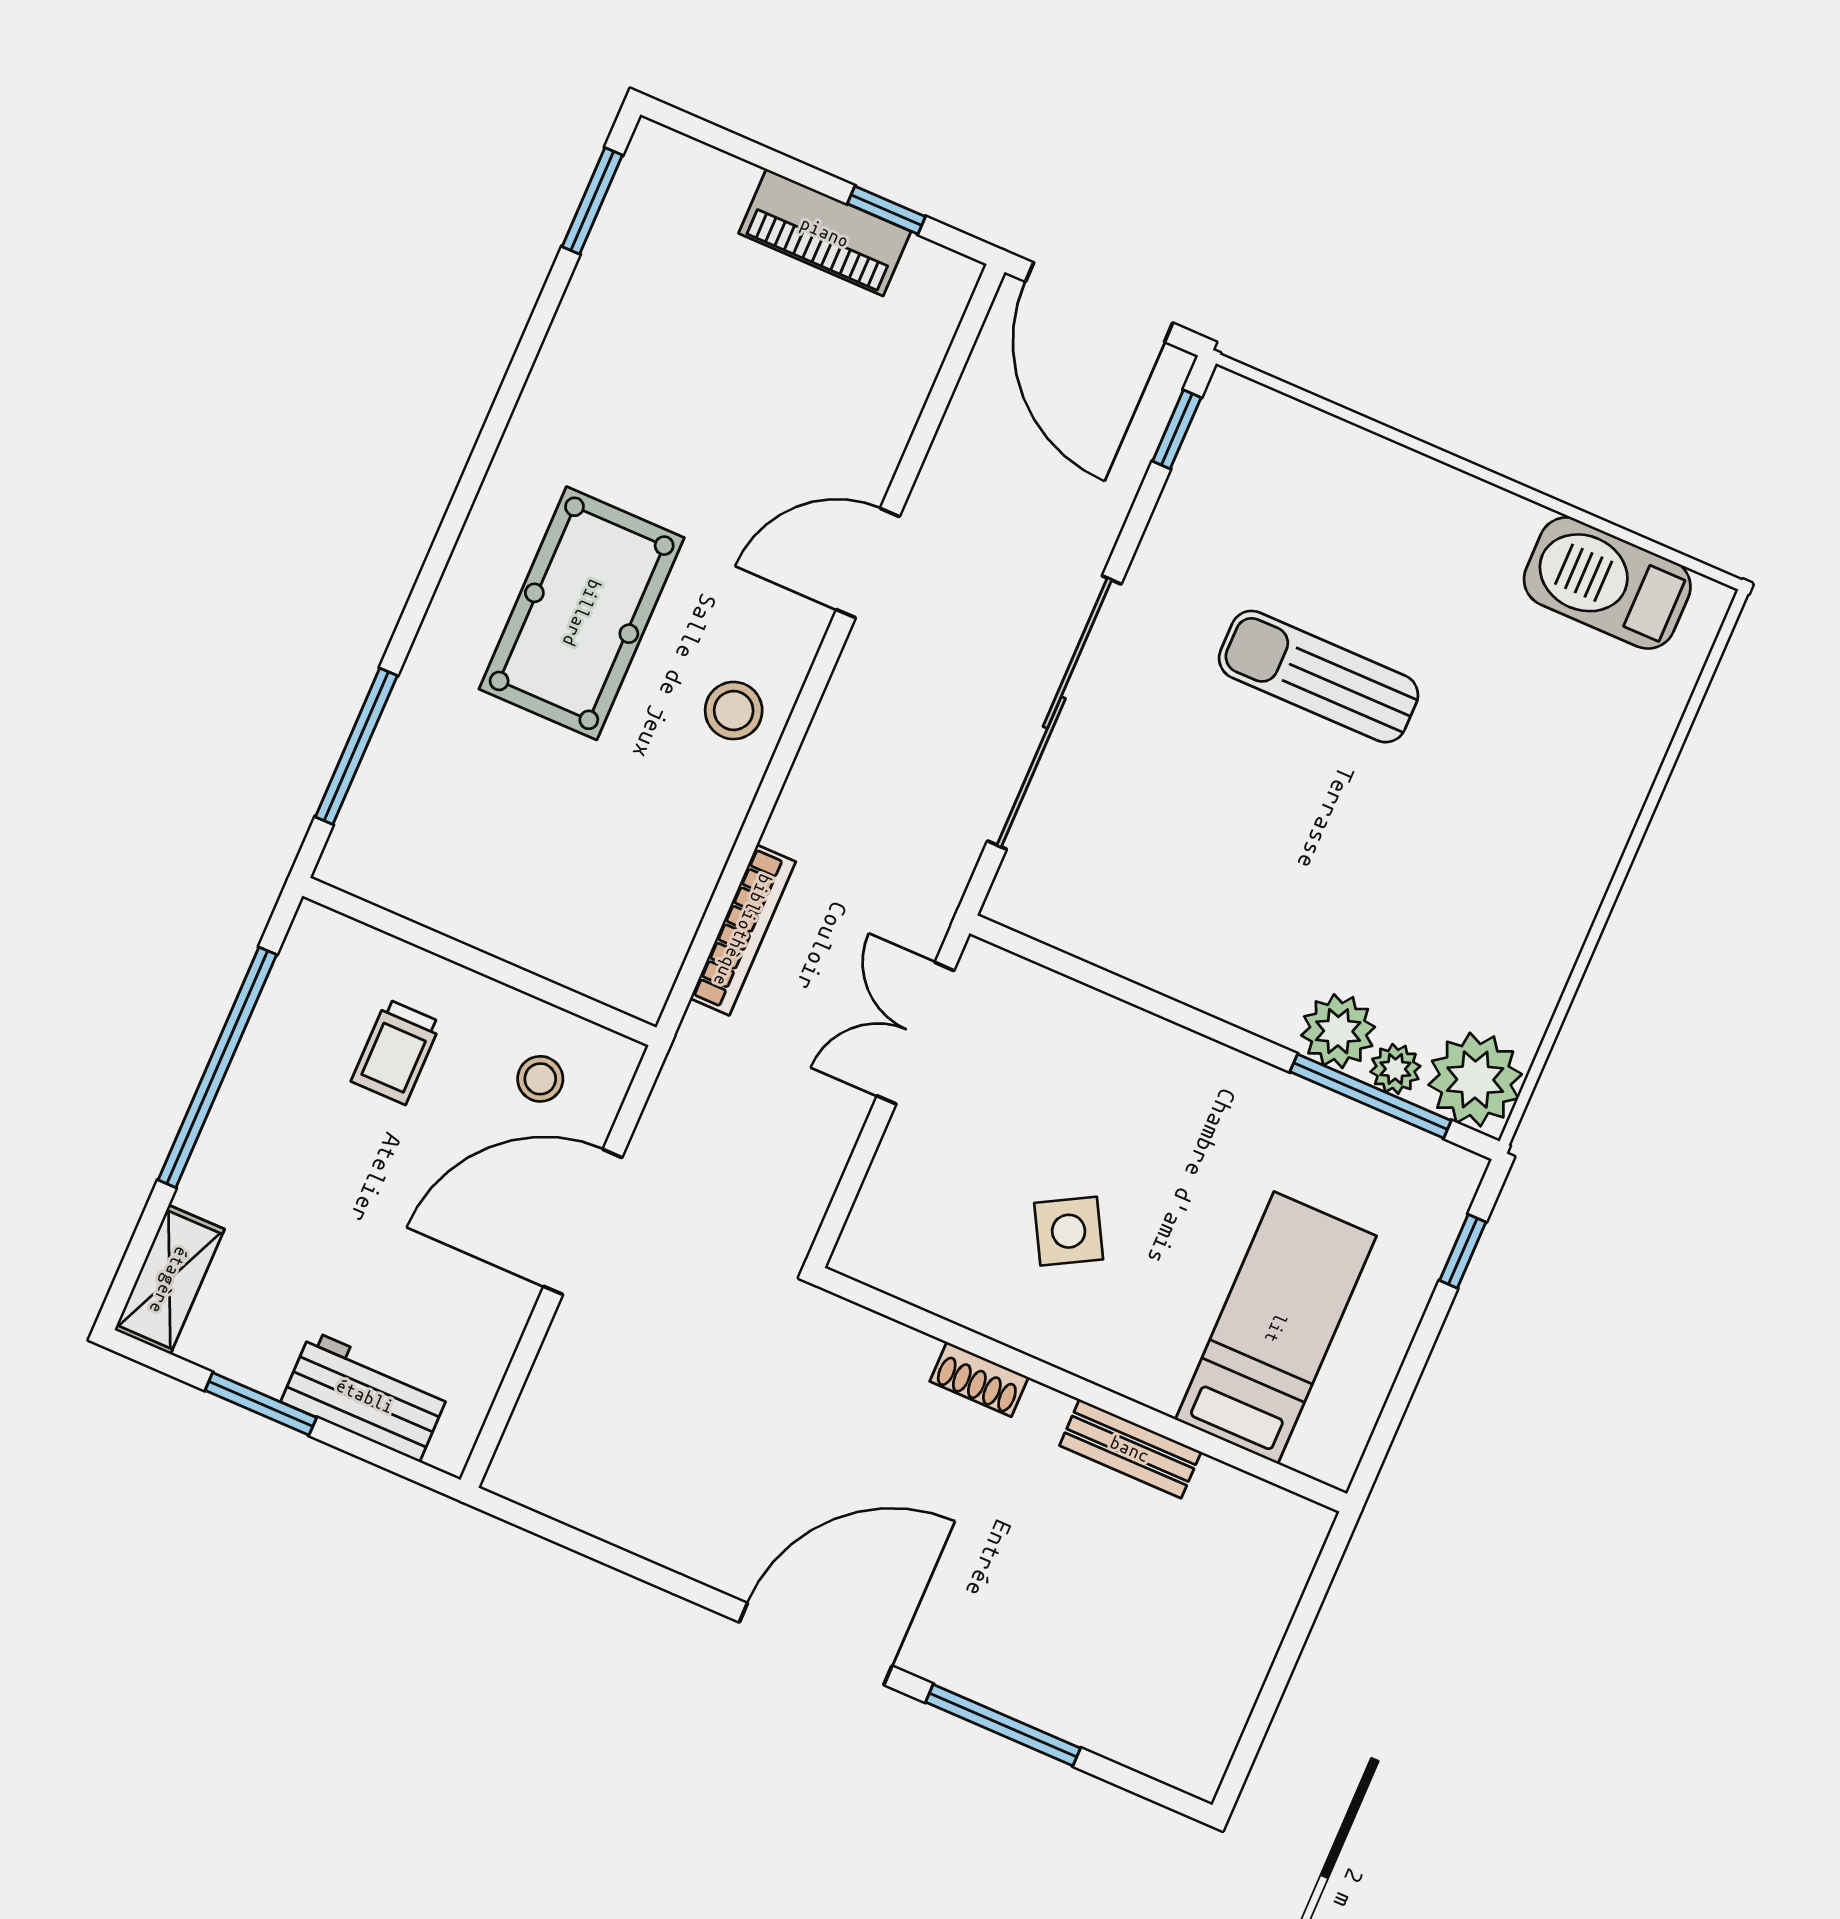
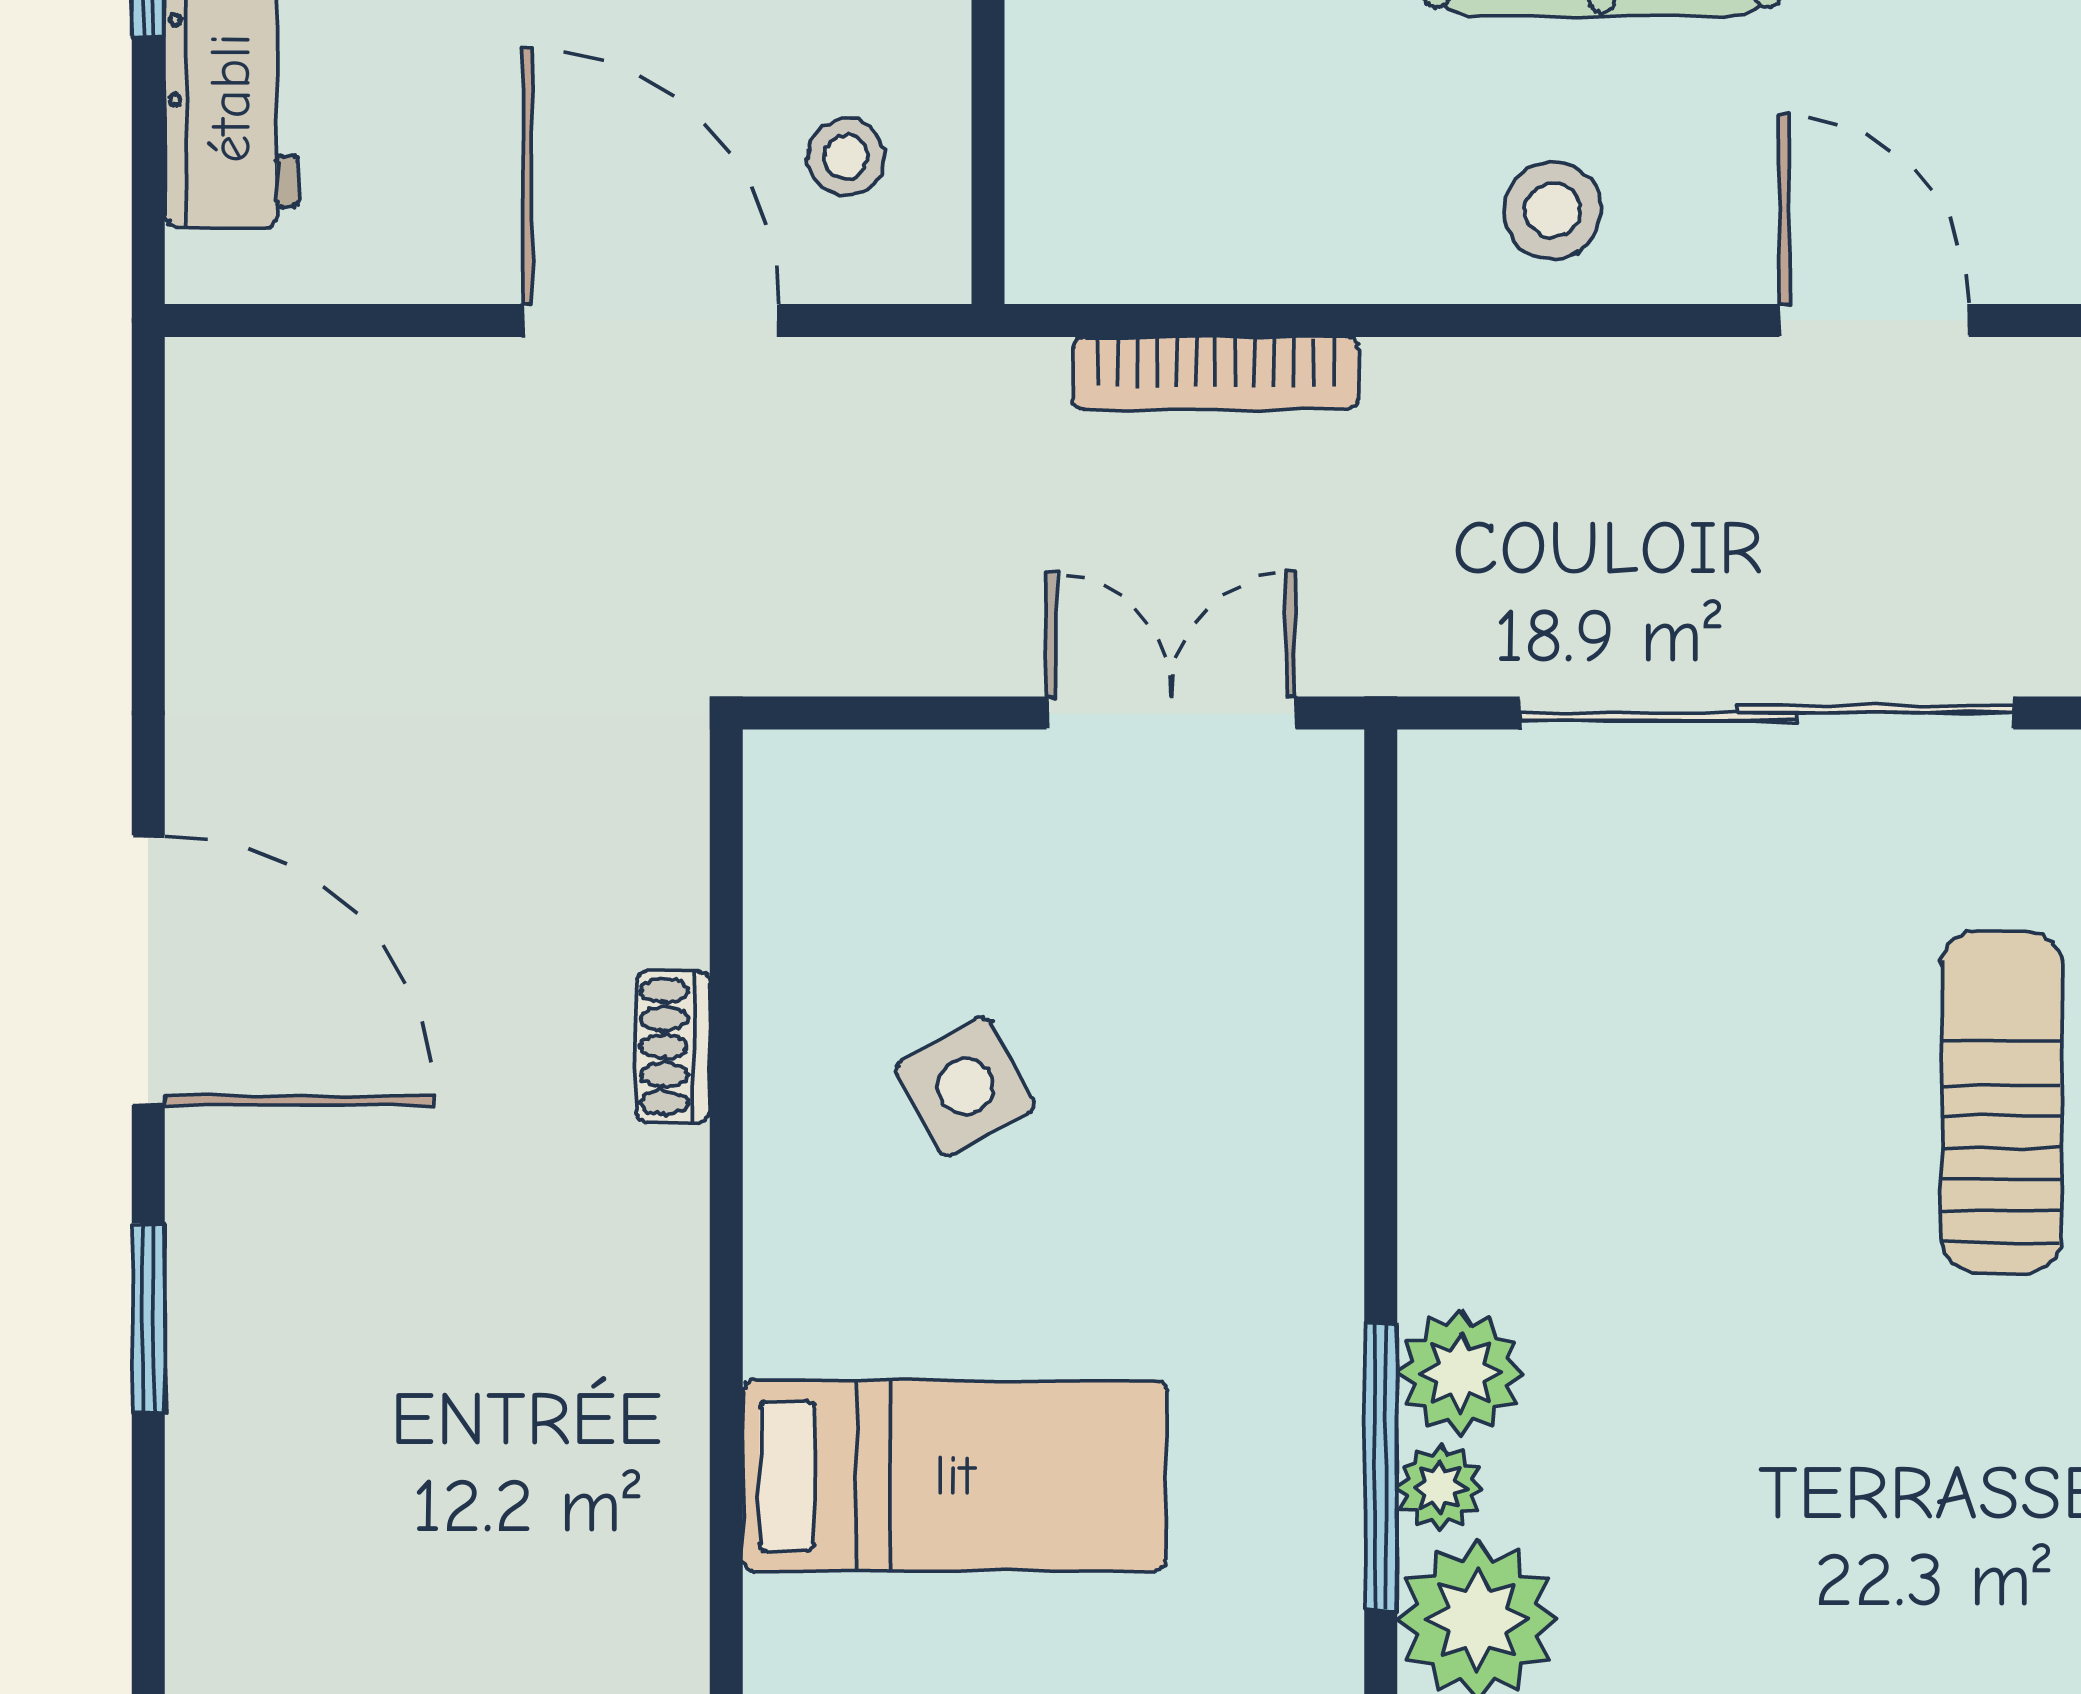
bench: (1130, 1449) -> (667, 1330), removed
window: (1003, 1725) -> (148, 1318), width x0.69

